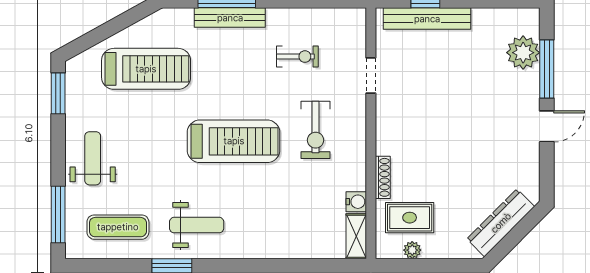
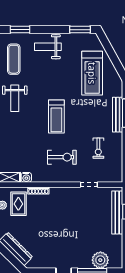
exercise bike: (316, 130) -> (62, 157), turned 180
treadmill: (234, 141) -> (56, 116), width x0.73, depth x0.73
weight bench: (93, 158) -> (48, 47), turned 180
window: (58, 214) -> (20, 30), width x0.69

